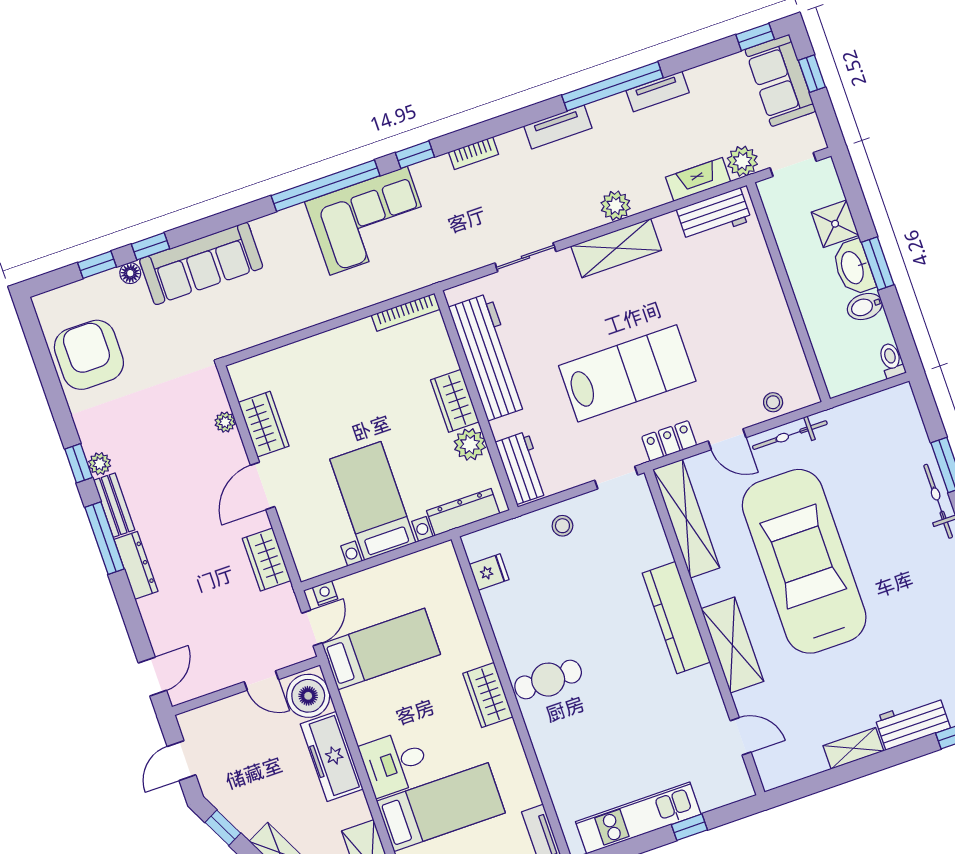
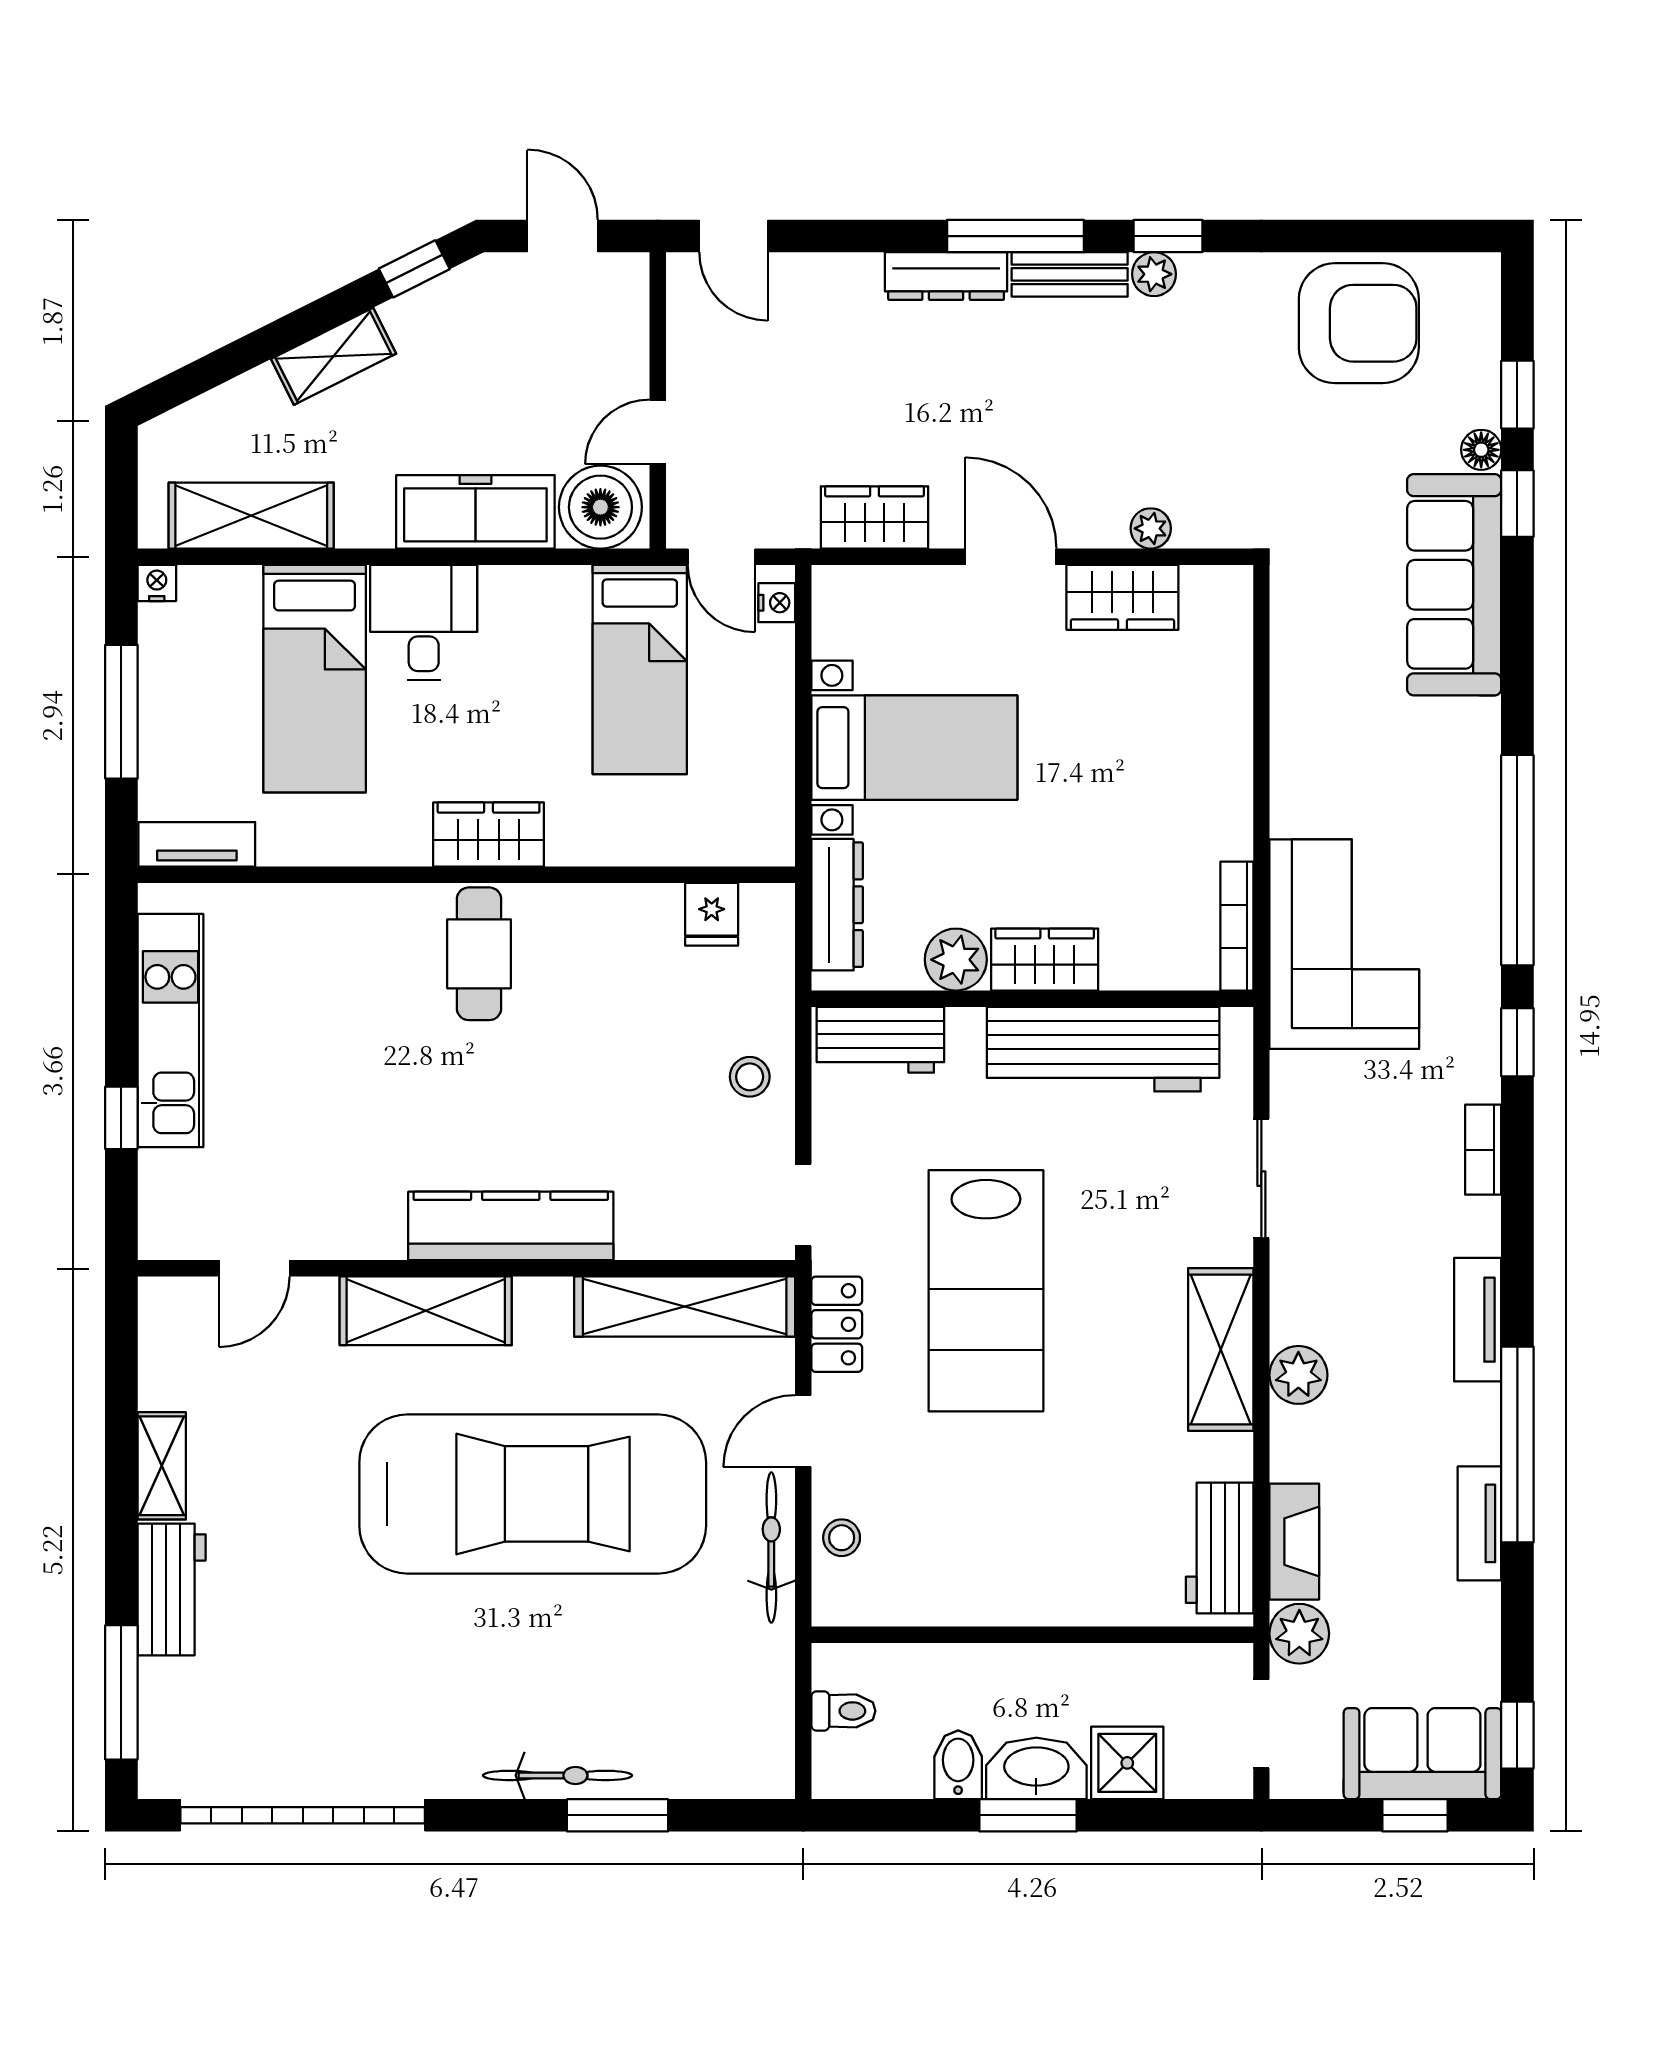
corner sofa: (369, 221) -> (1344, 944), moved, turned 180
toilet: (891, 360) -> (843, 1711), moved

